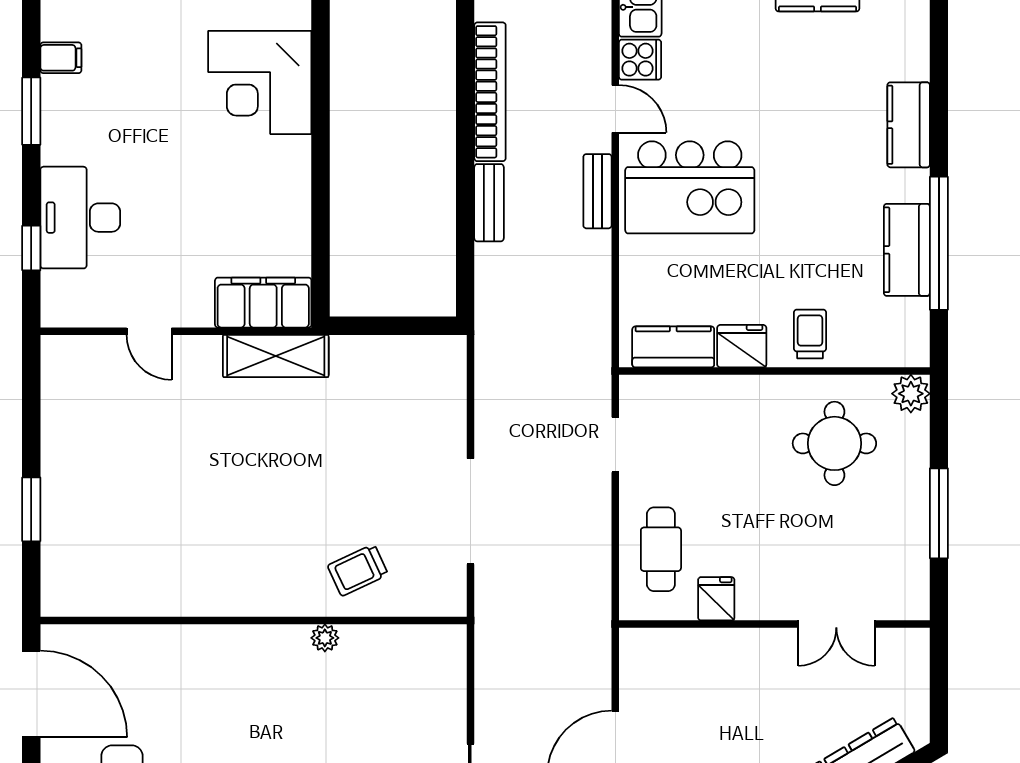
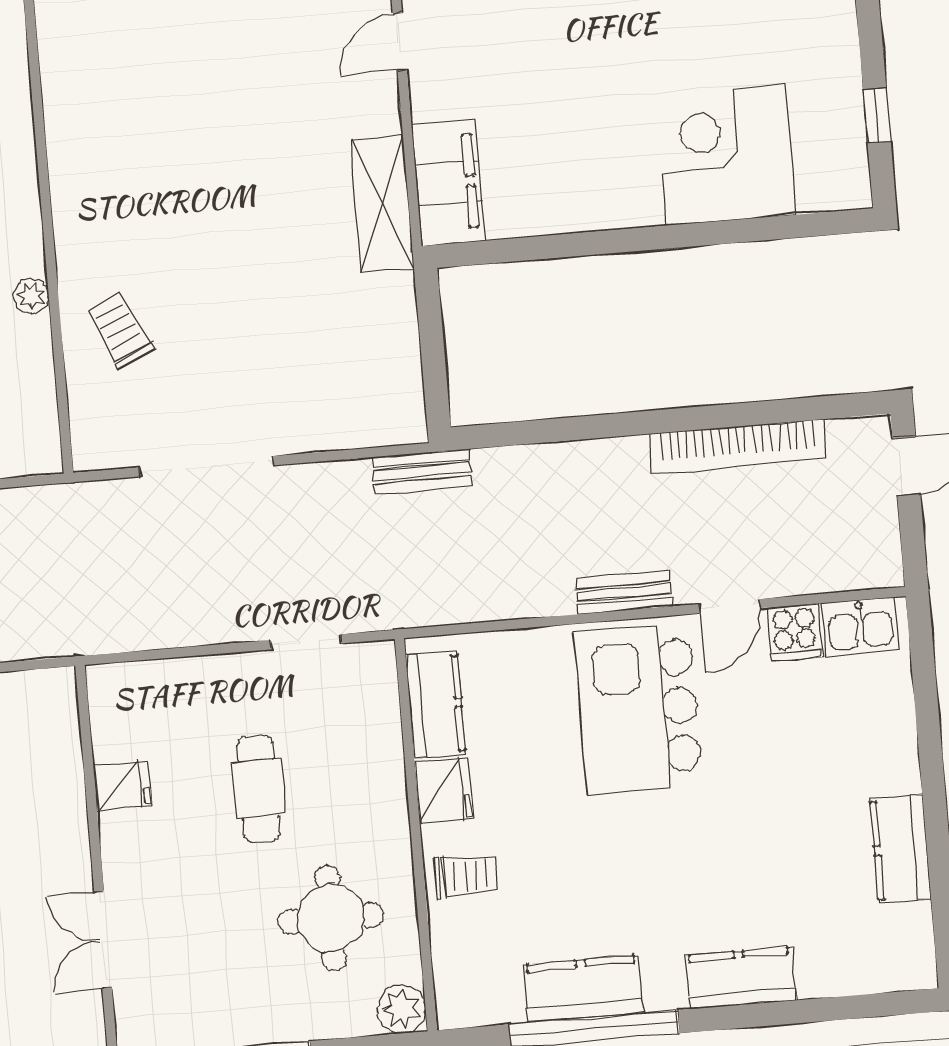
bench: (489, 203) -> (422, 472), moved
cafe table: (661, 549) -> (258, 789), moved, turned 90

